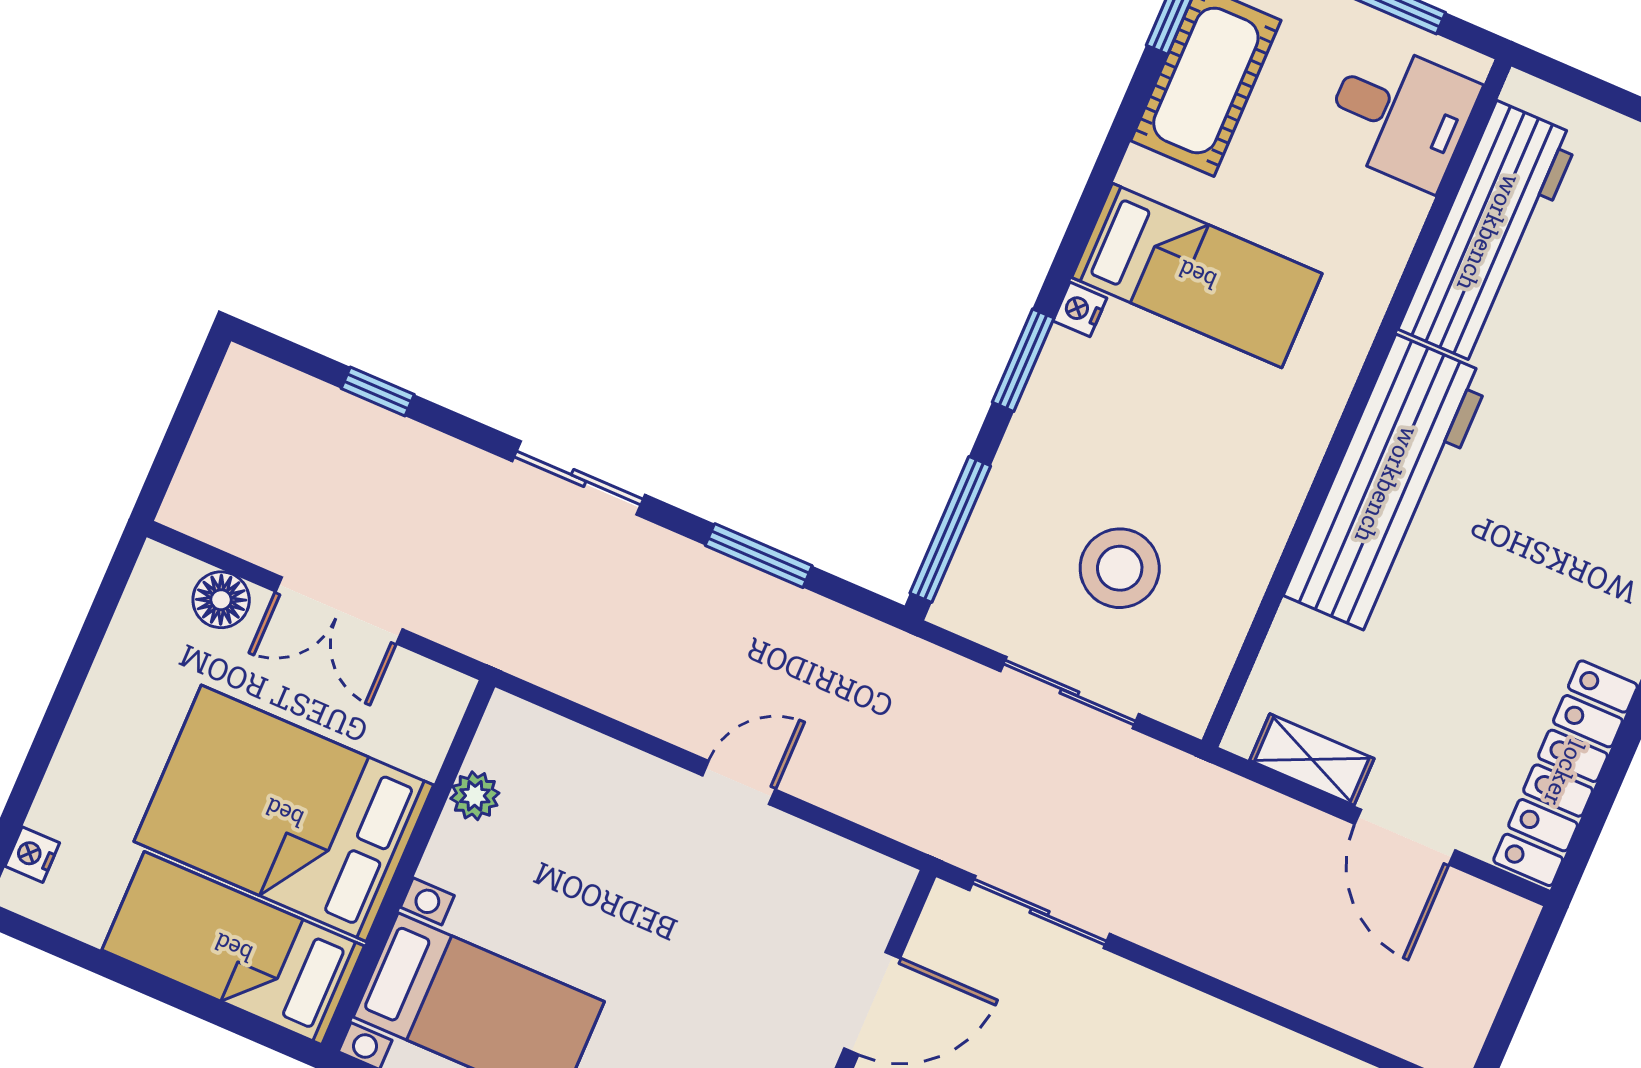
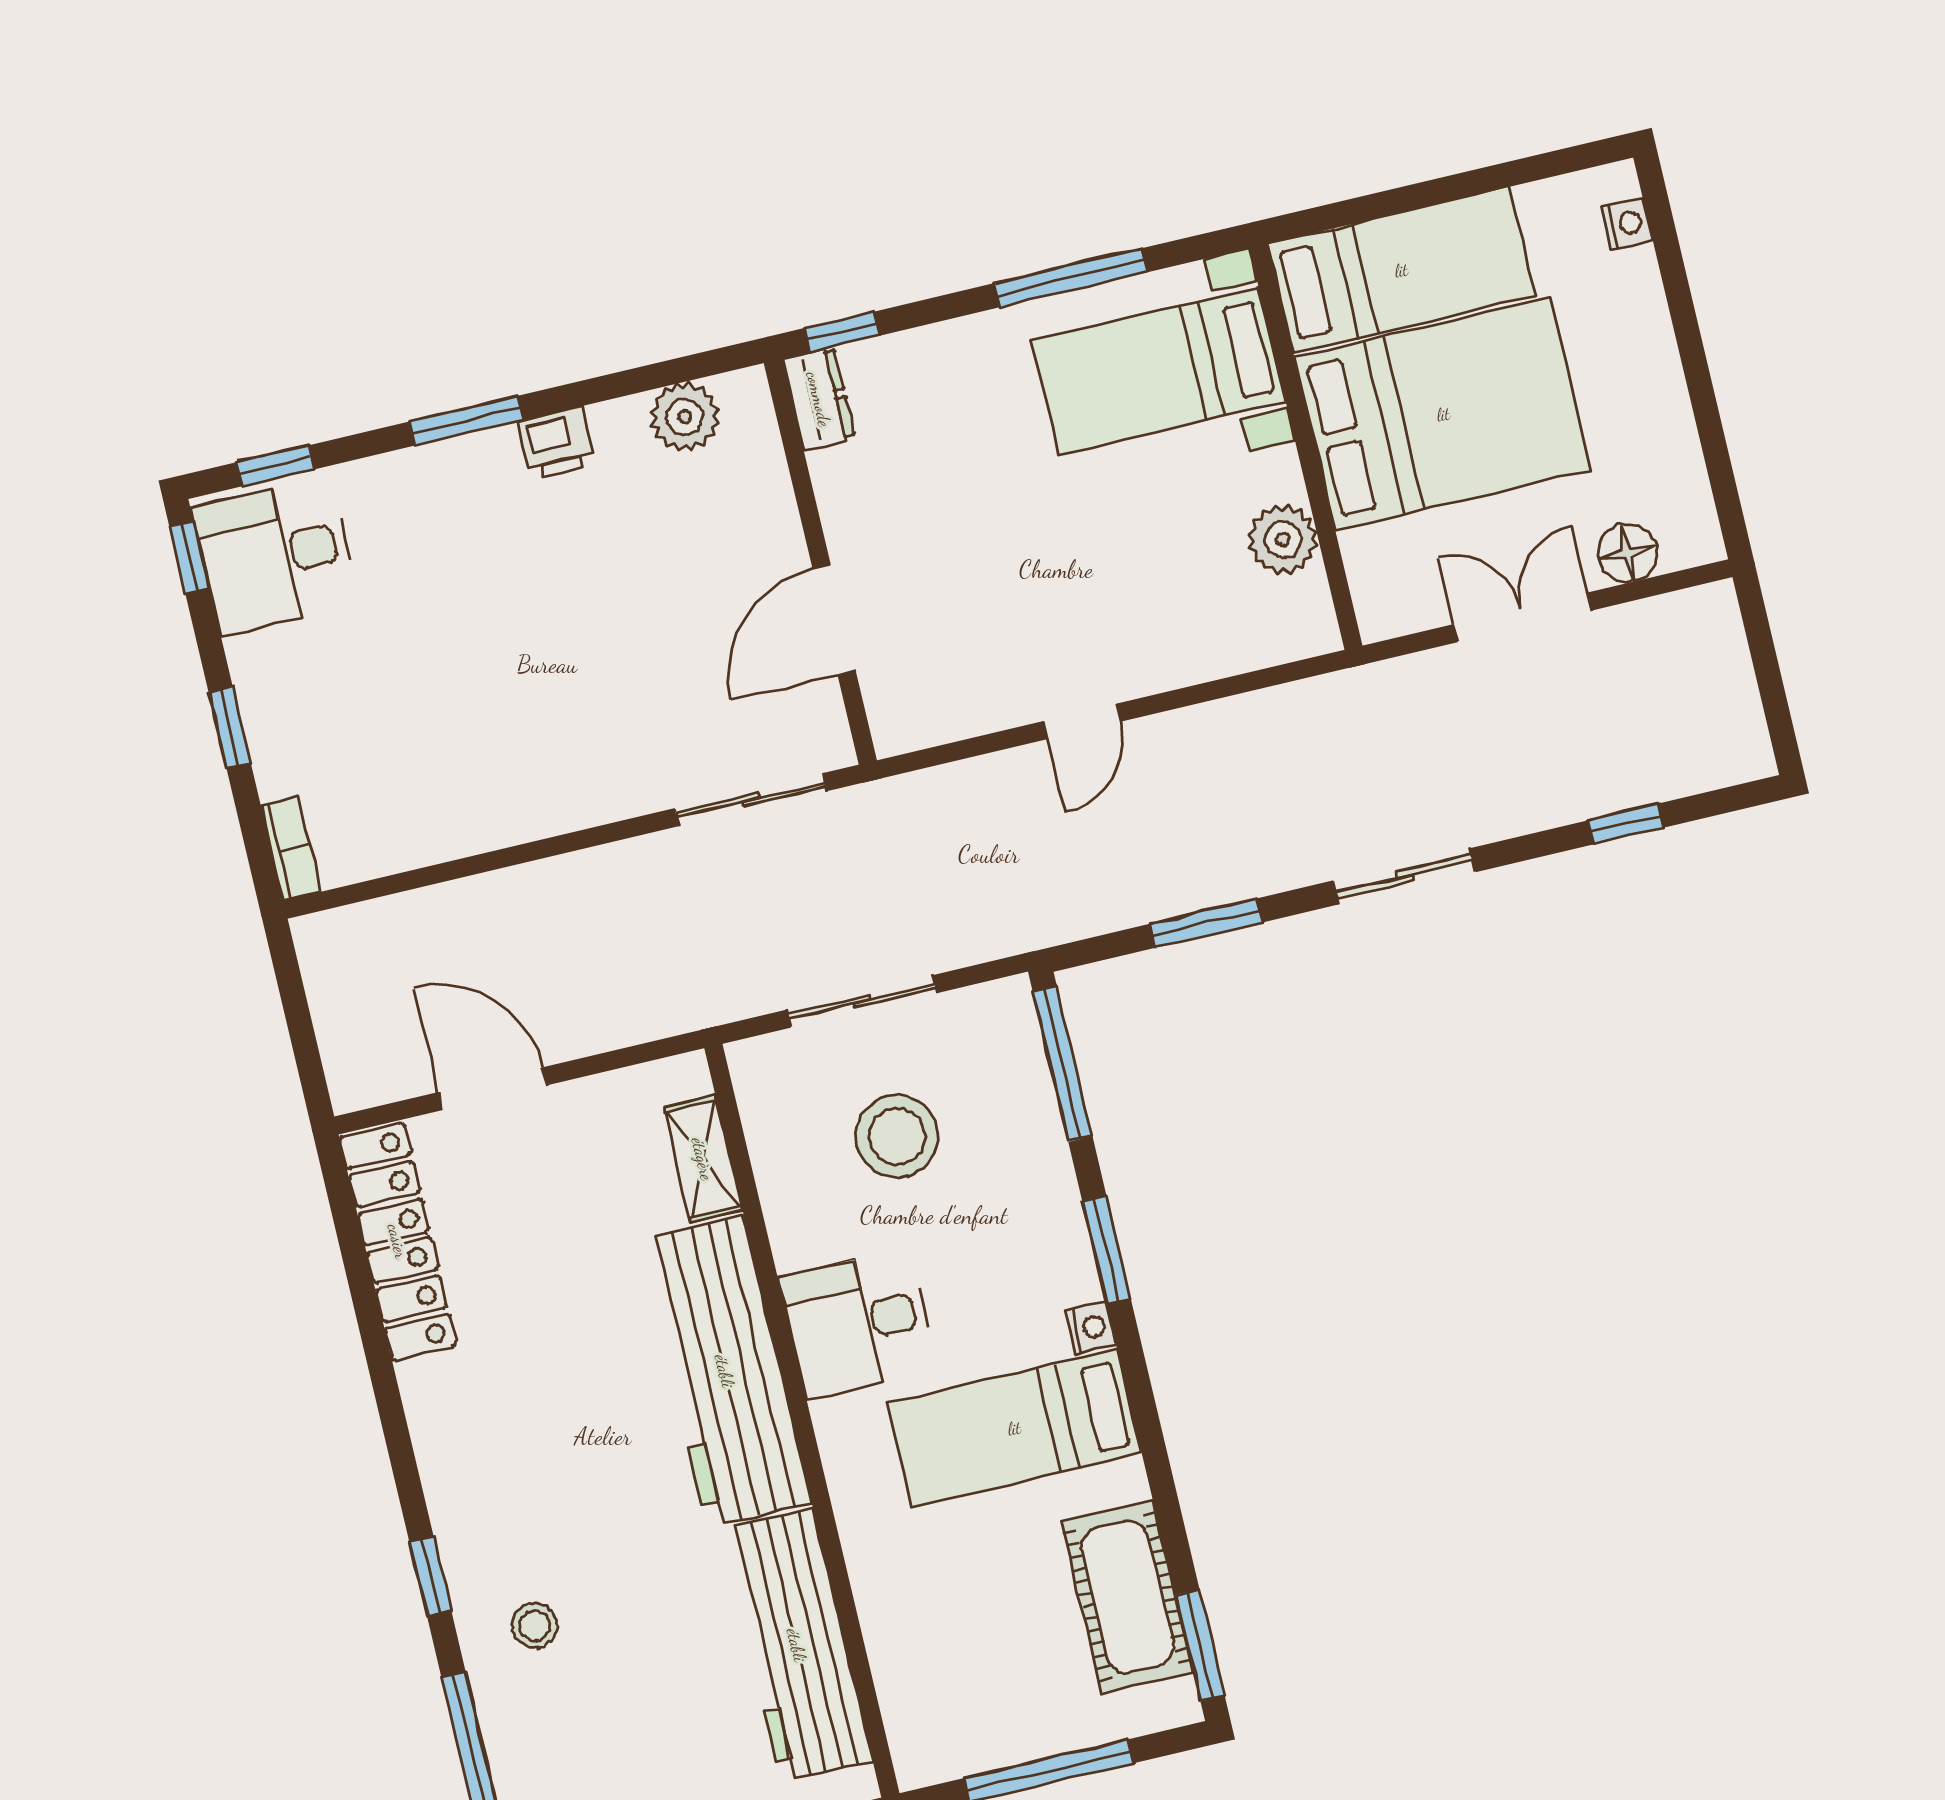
desk: (1400, 115) -> (858, 1323), moved
shelving: (1312, 760) -> (703, 1159), moved, turned 90
plant: (475, 796) -> (1283, 540), width x1.38, depth x1.38

